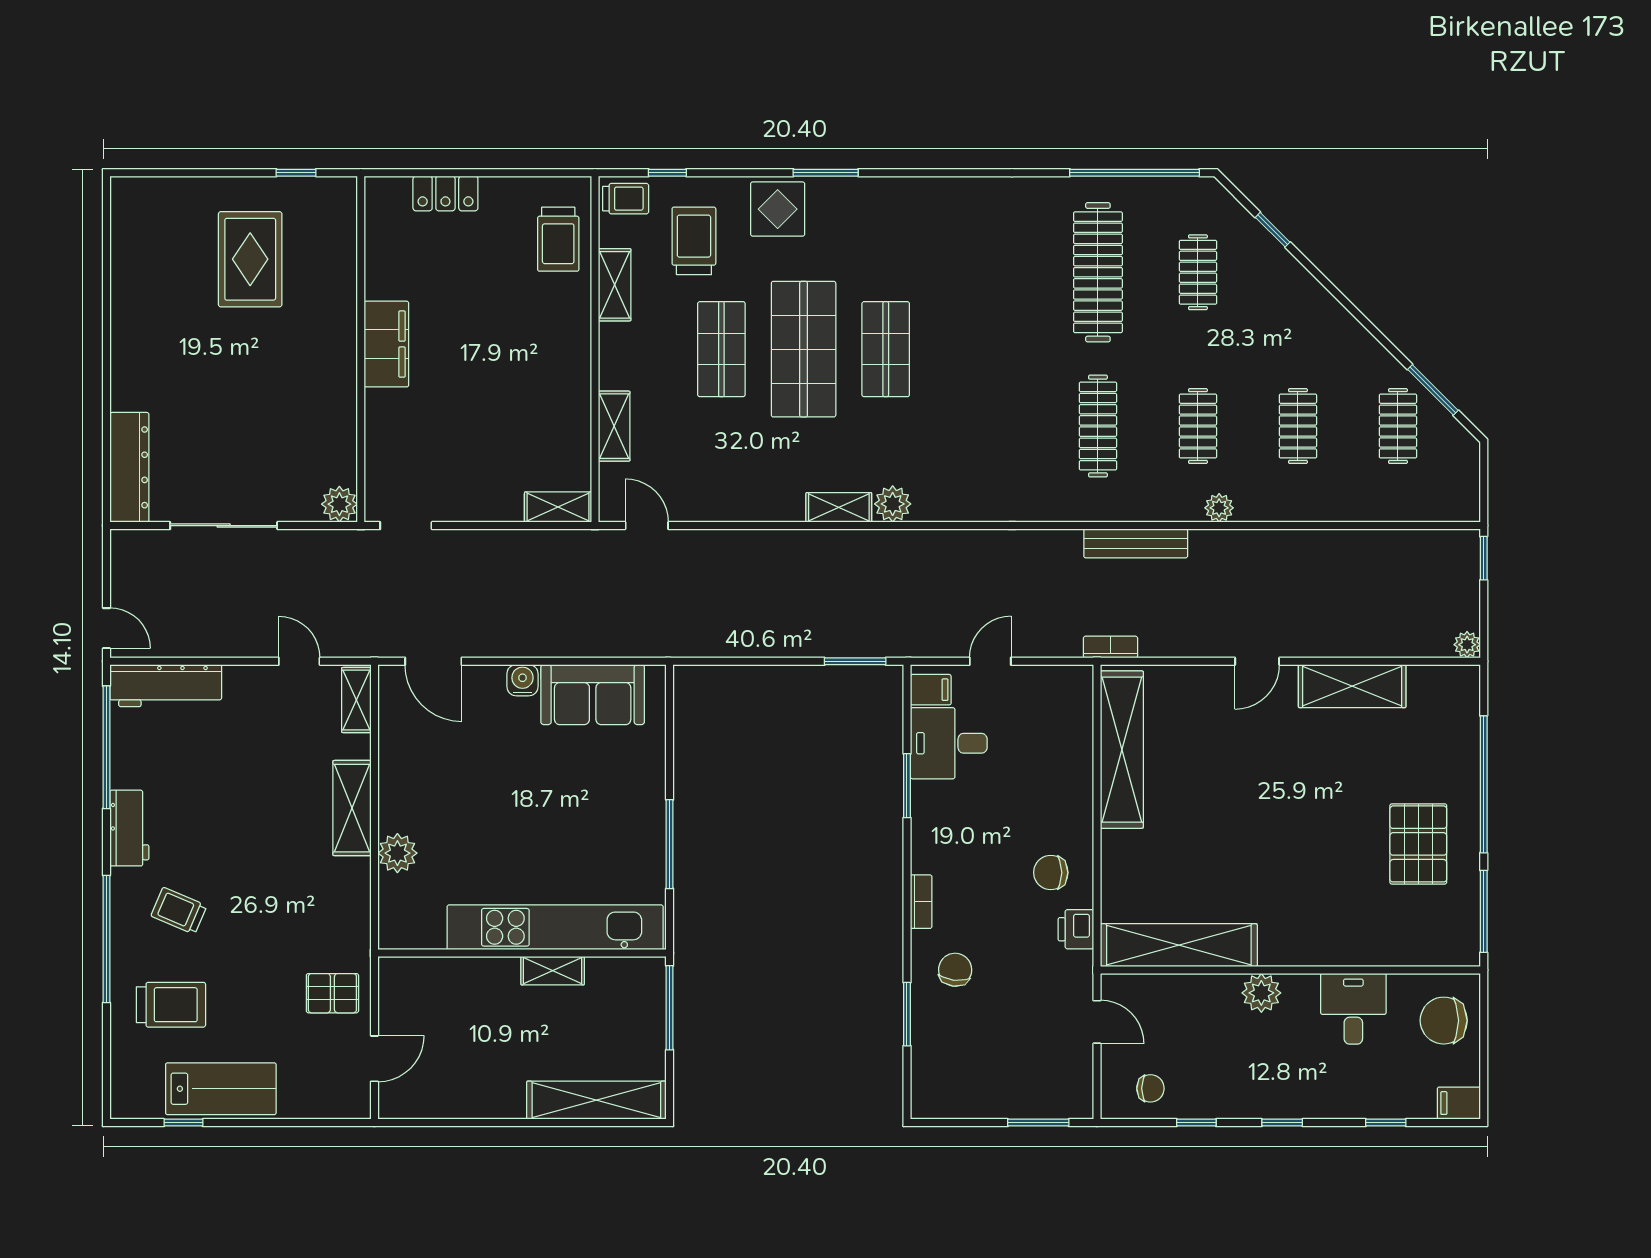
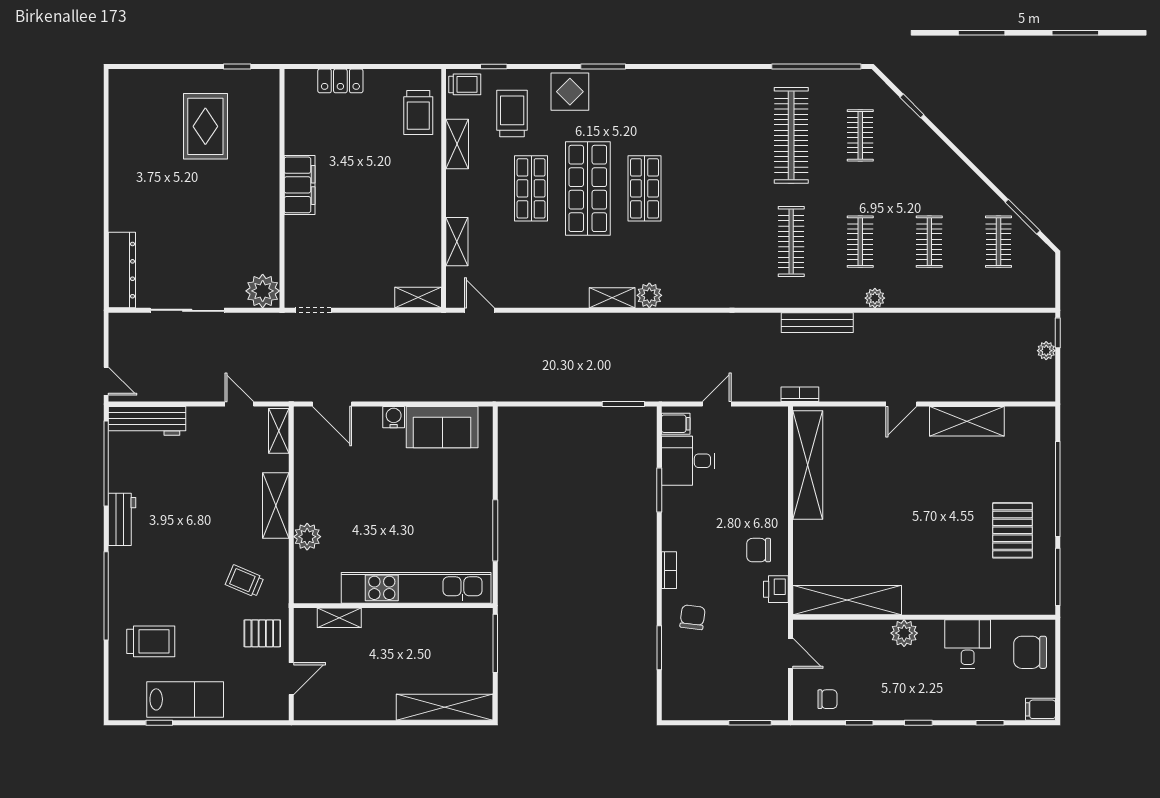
plant: (339, 504) -> (263, 291), width x1.36, depth x1.36
plant: (1467, 645) -> (1046, 351), moved
trolley: (179, 911) -> (245, 581), moved
shelving: (553, 971) -> (339, 618), moved

